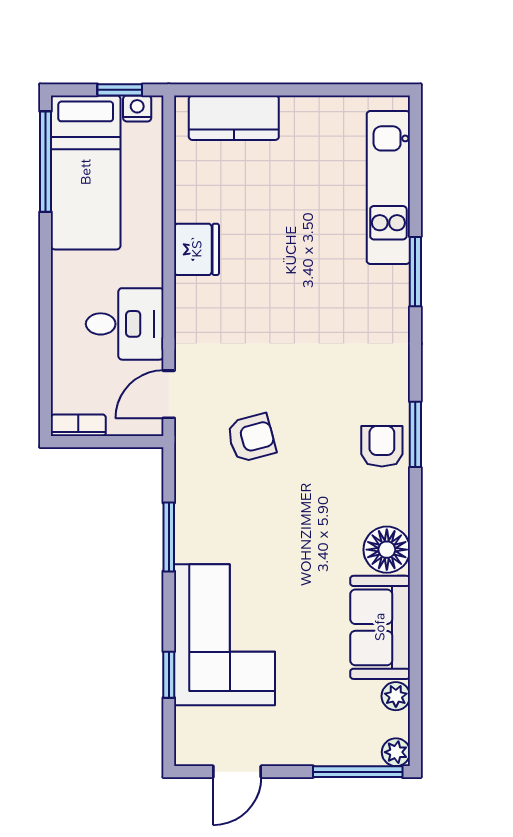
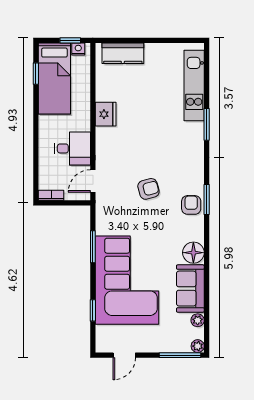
window: (45, 162) -> (36, 74), width x0.46
armchair: (251, 438) -> (148, 189), moved
corner sofa: (225, 635) -> (127, 280), width x1.36, depth x1.36

